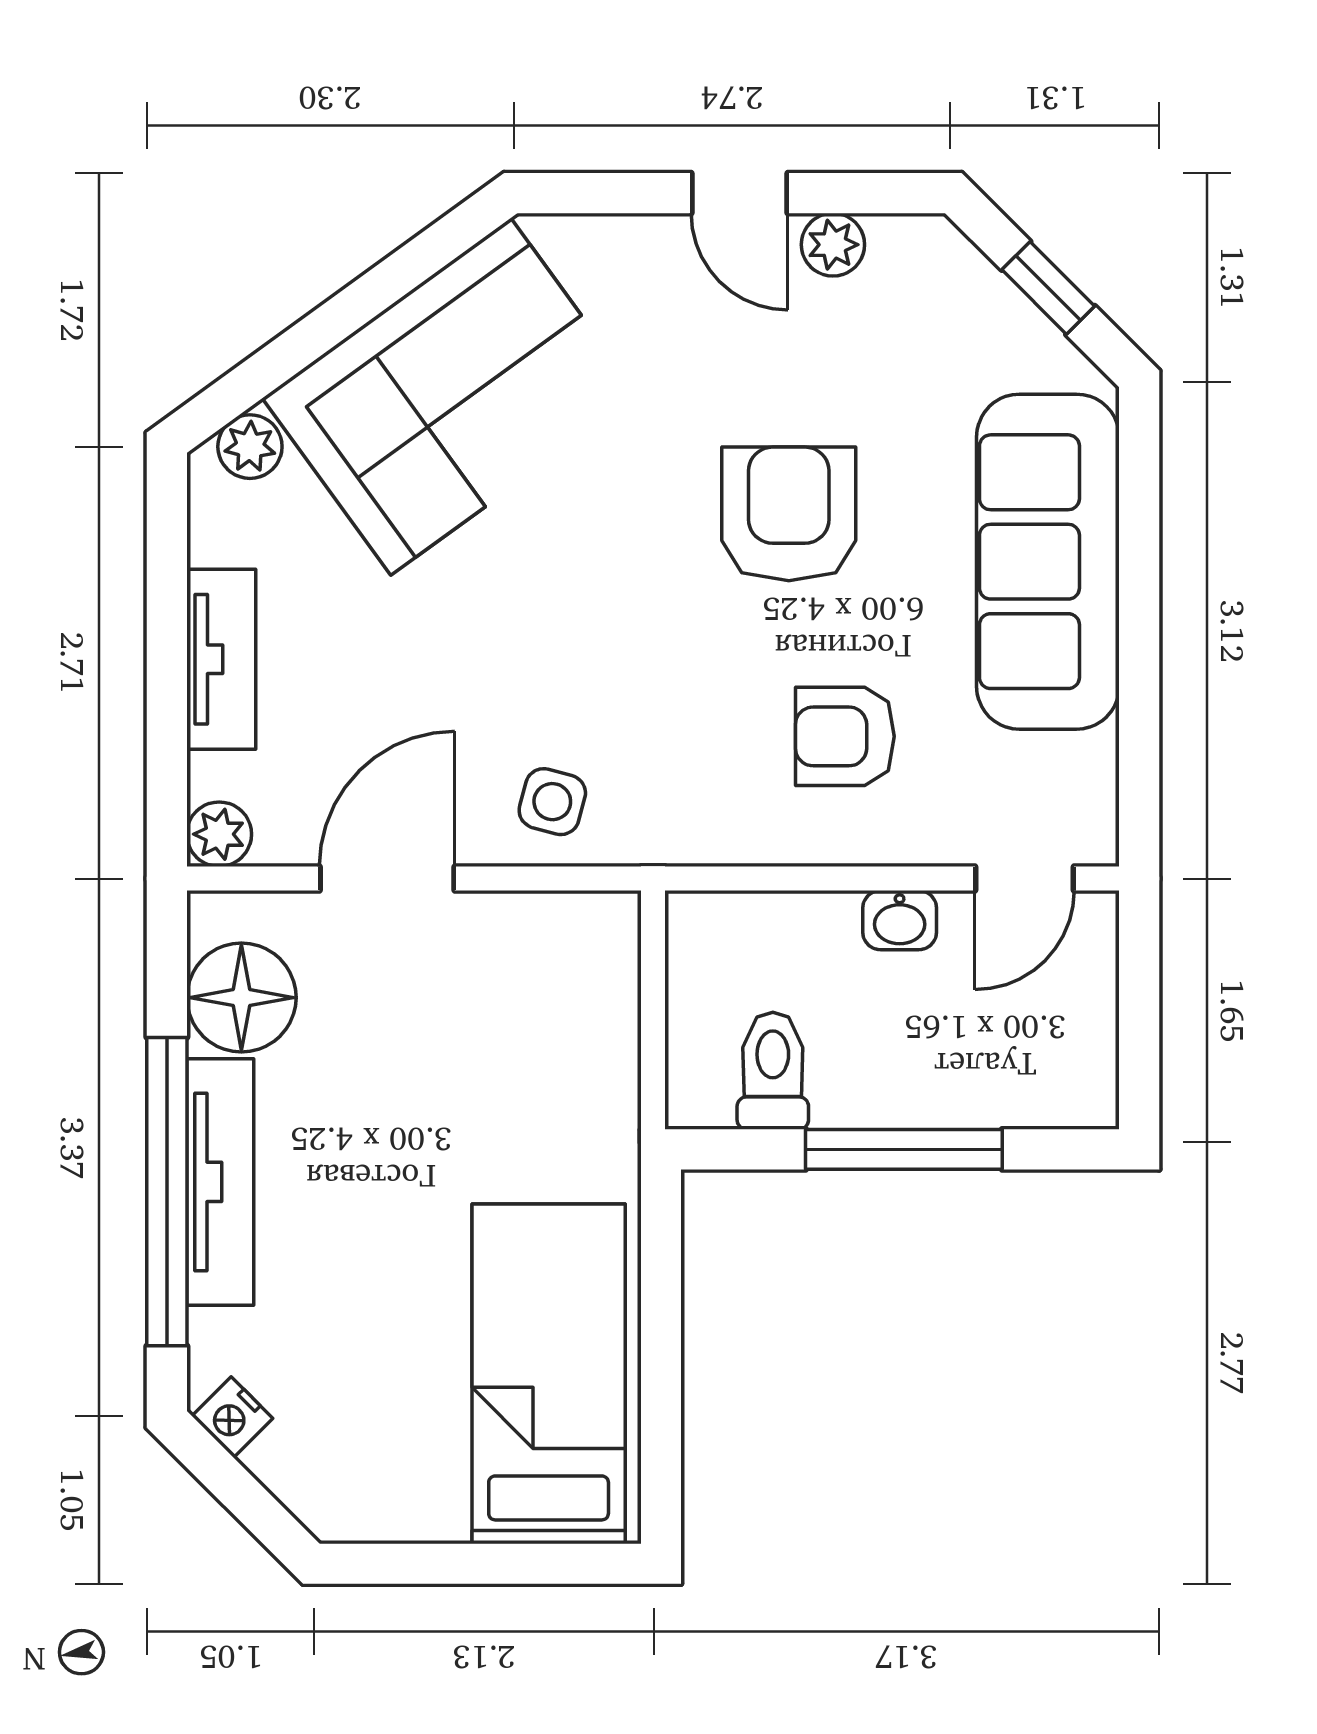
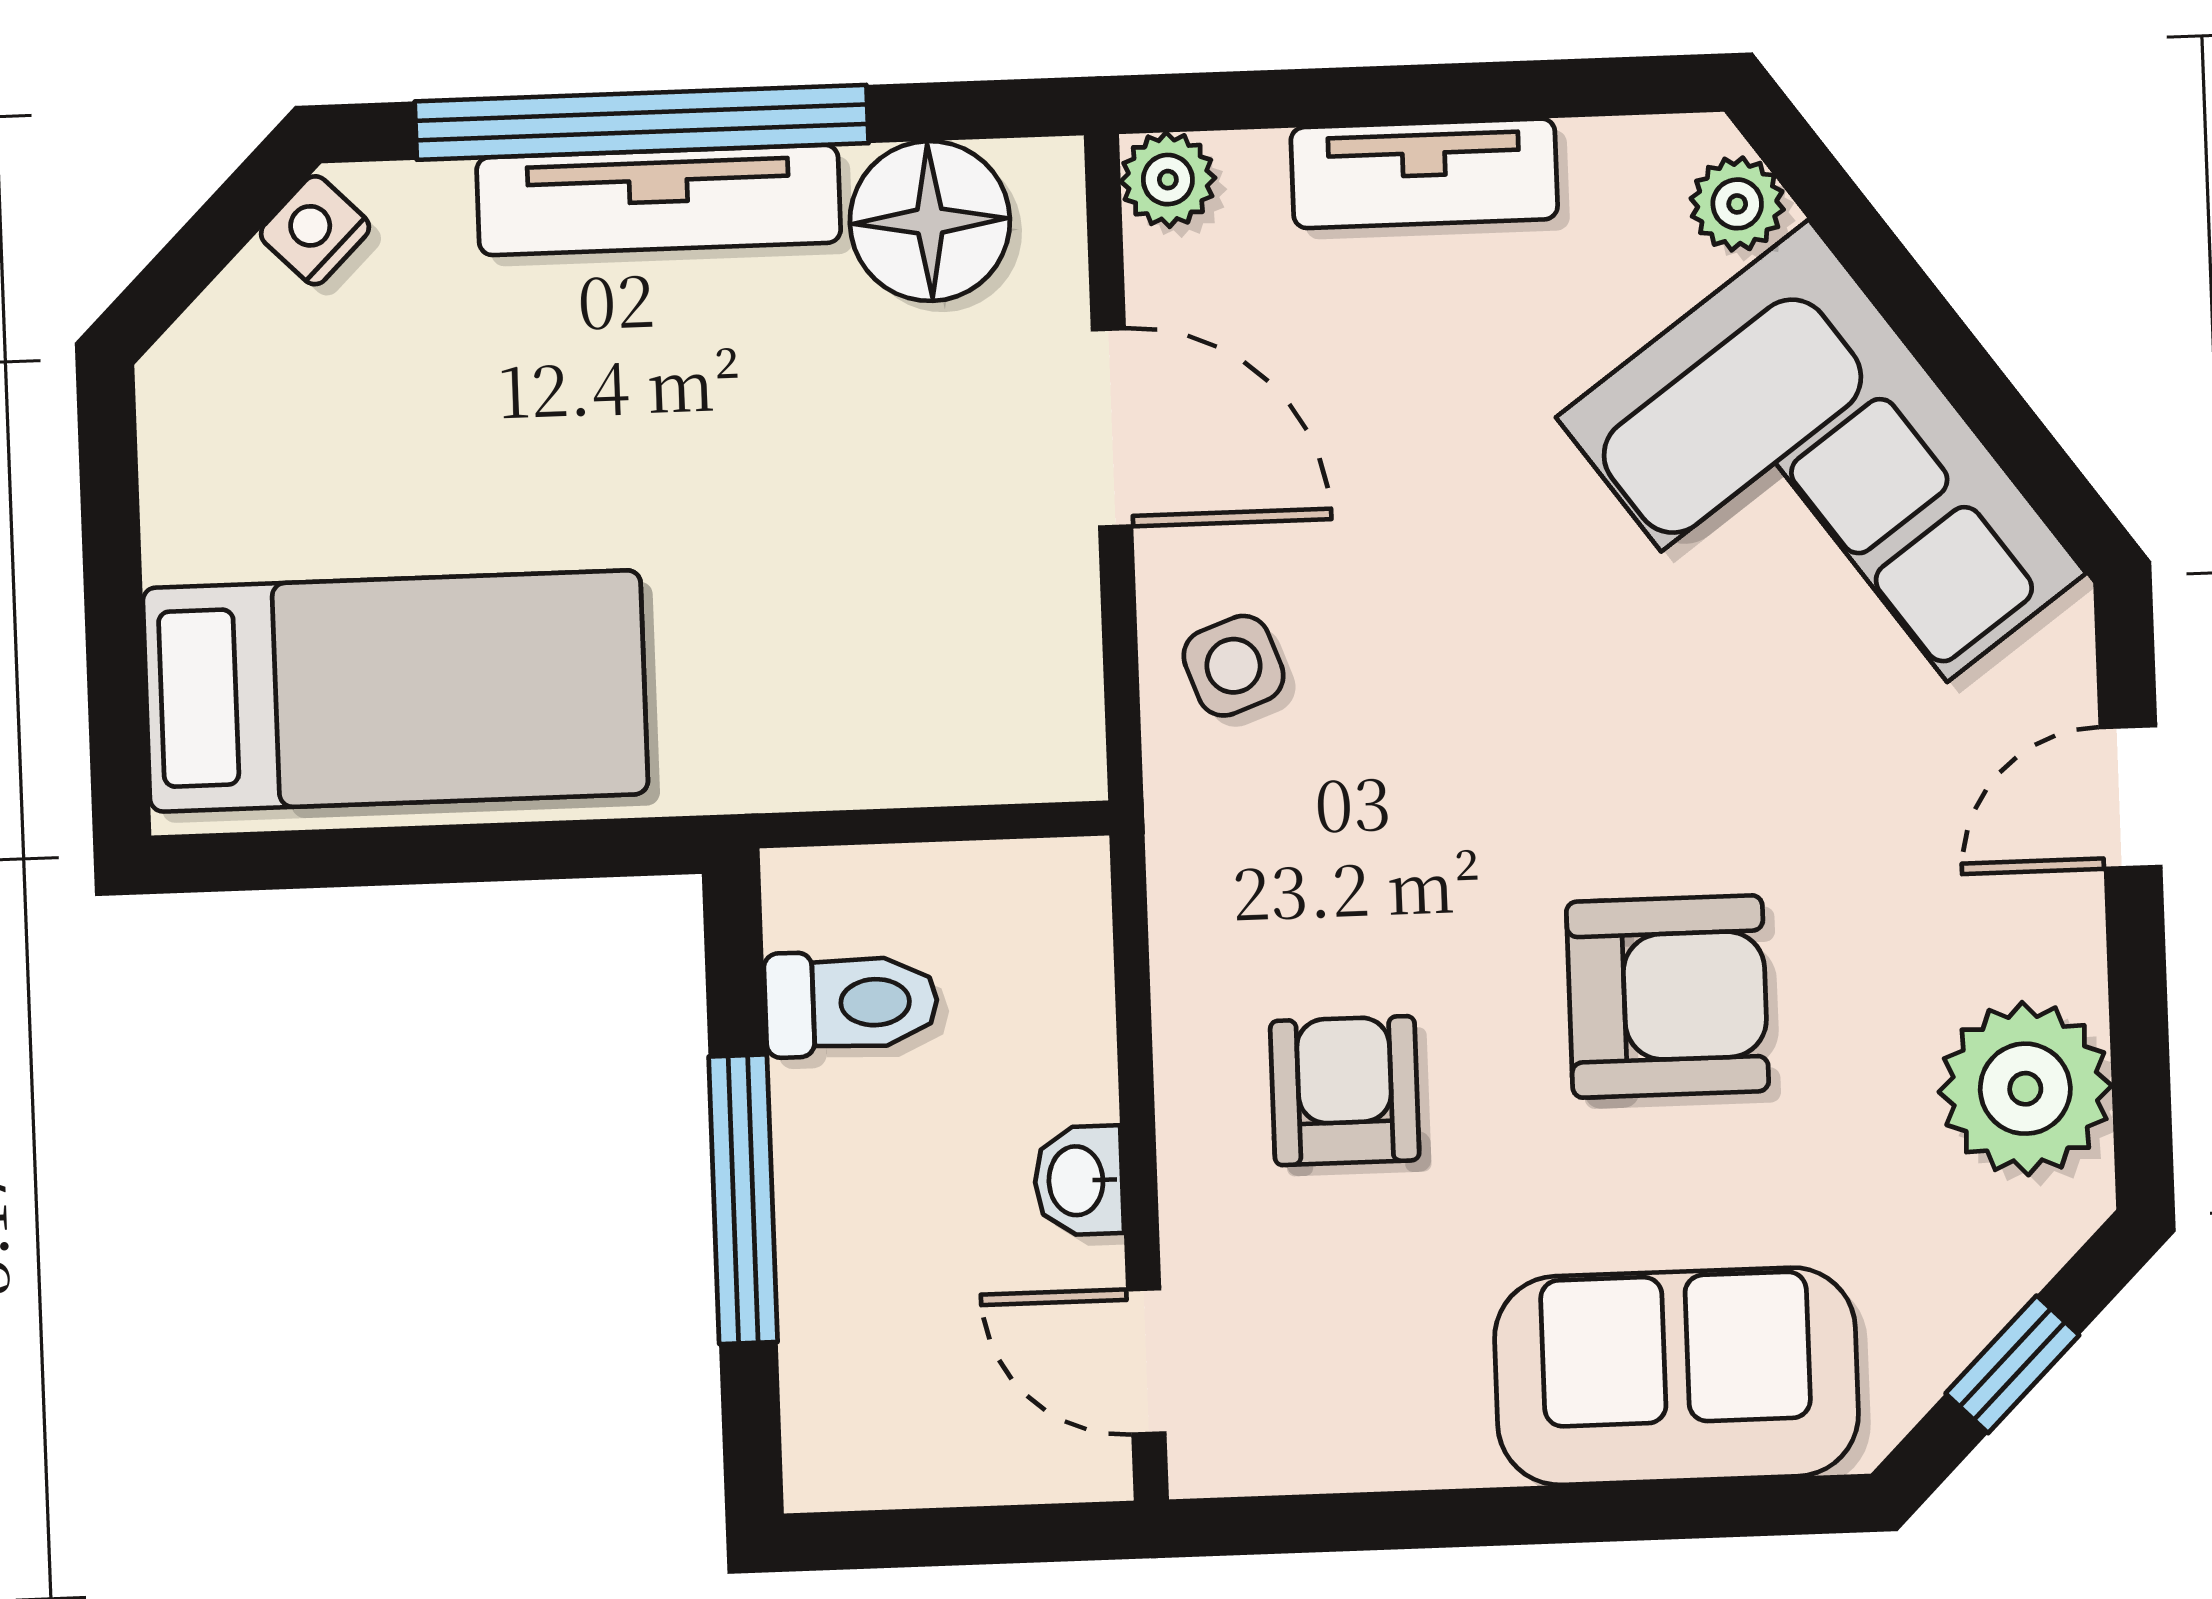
door: (739, 193) -> (2131, 797), moved
plant: (833, 245) -> (2025, 1089), width x1.88, depth x1.88
sofa: (1048, 562) -> (1676, 1376), width x0.73
side table: (552, 802) -> (1234, 666), turned -35

